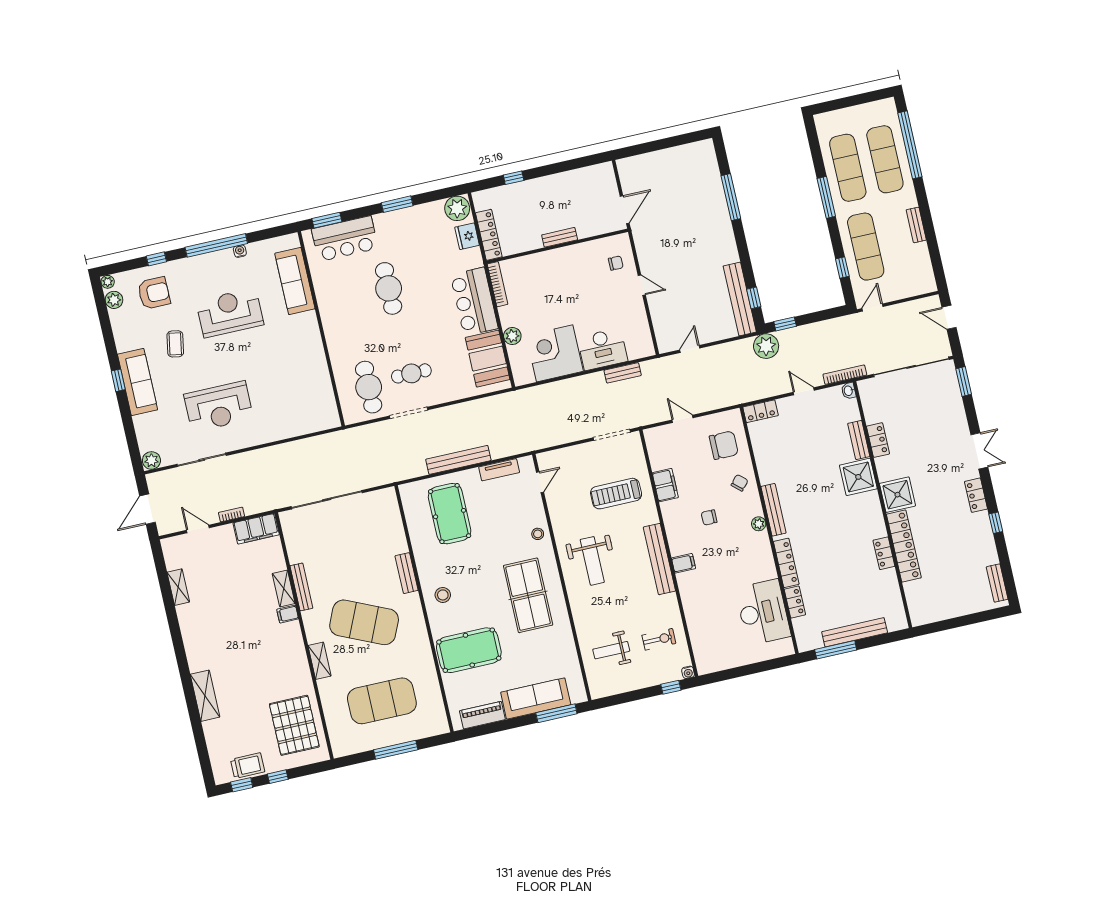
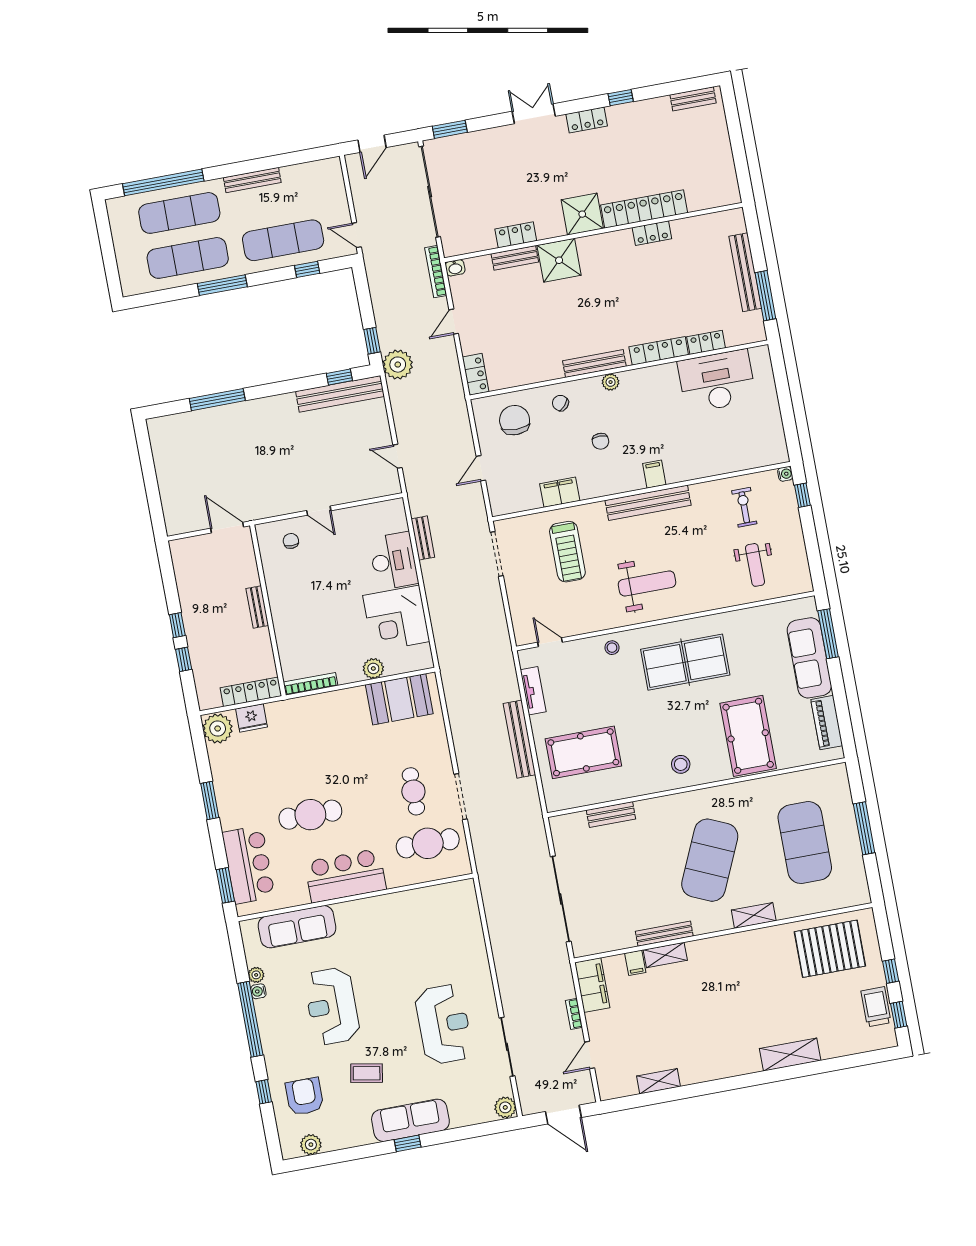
window: (542, 171) -> (177, 625), added
bench: (916, 225) -> (252, 180), width x1.36
plant: (108, 282) -> (256, 975), moved
door: (642, 285) -> (319, 511), swing flipped
bar counter: (474, 302) -> (345, 876), moved, turned 180
bench: (407, 573) -> (611, 815), moved
filing cabinet: (288, 614) -> (635, 963), moved

